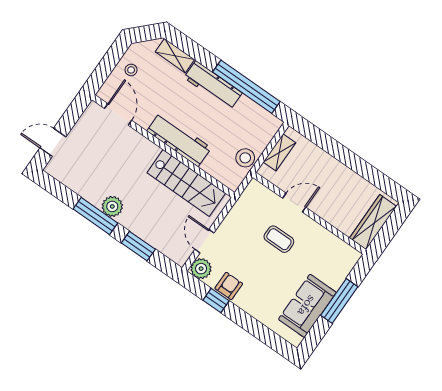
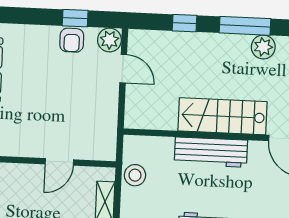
stairs: (186, 183) -> (222, 116), moved
plant: (112, 206) -> (263, 47), moved
coffee table: (279, 239) -> (52, 117), removed
window: (138, 246) -> (184, 23), width x0.67

